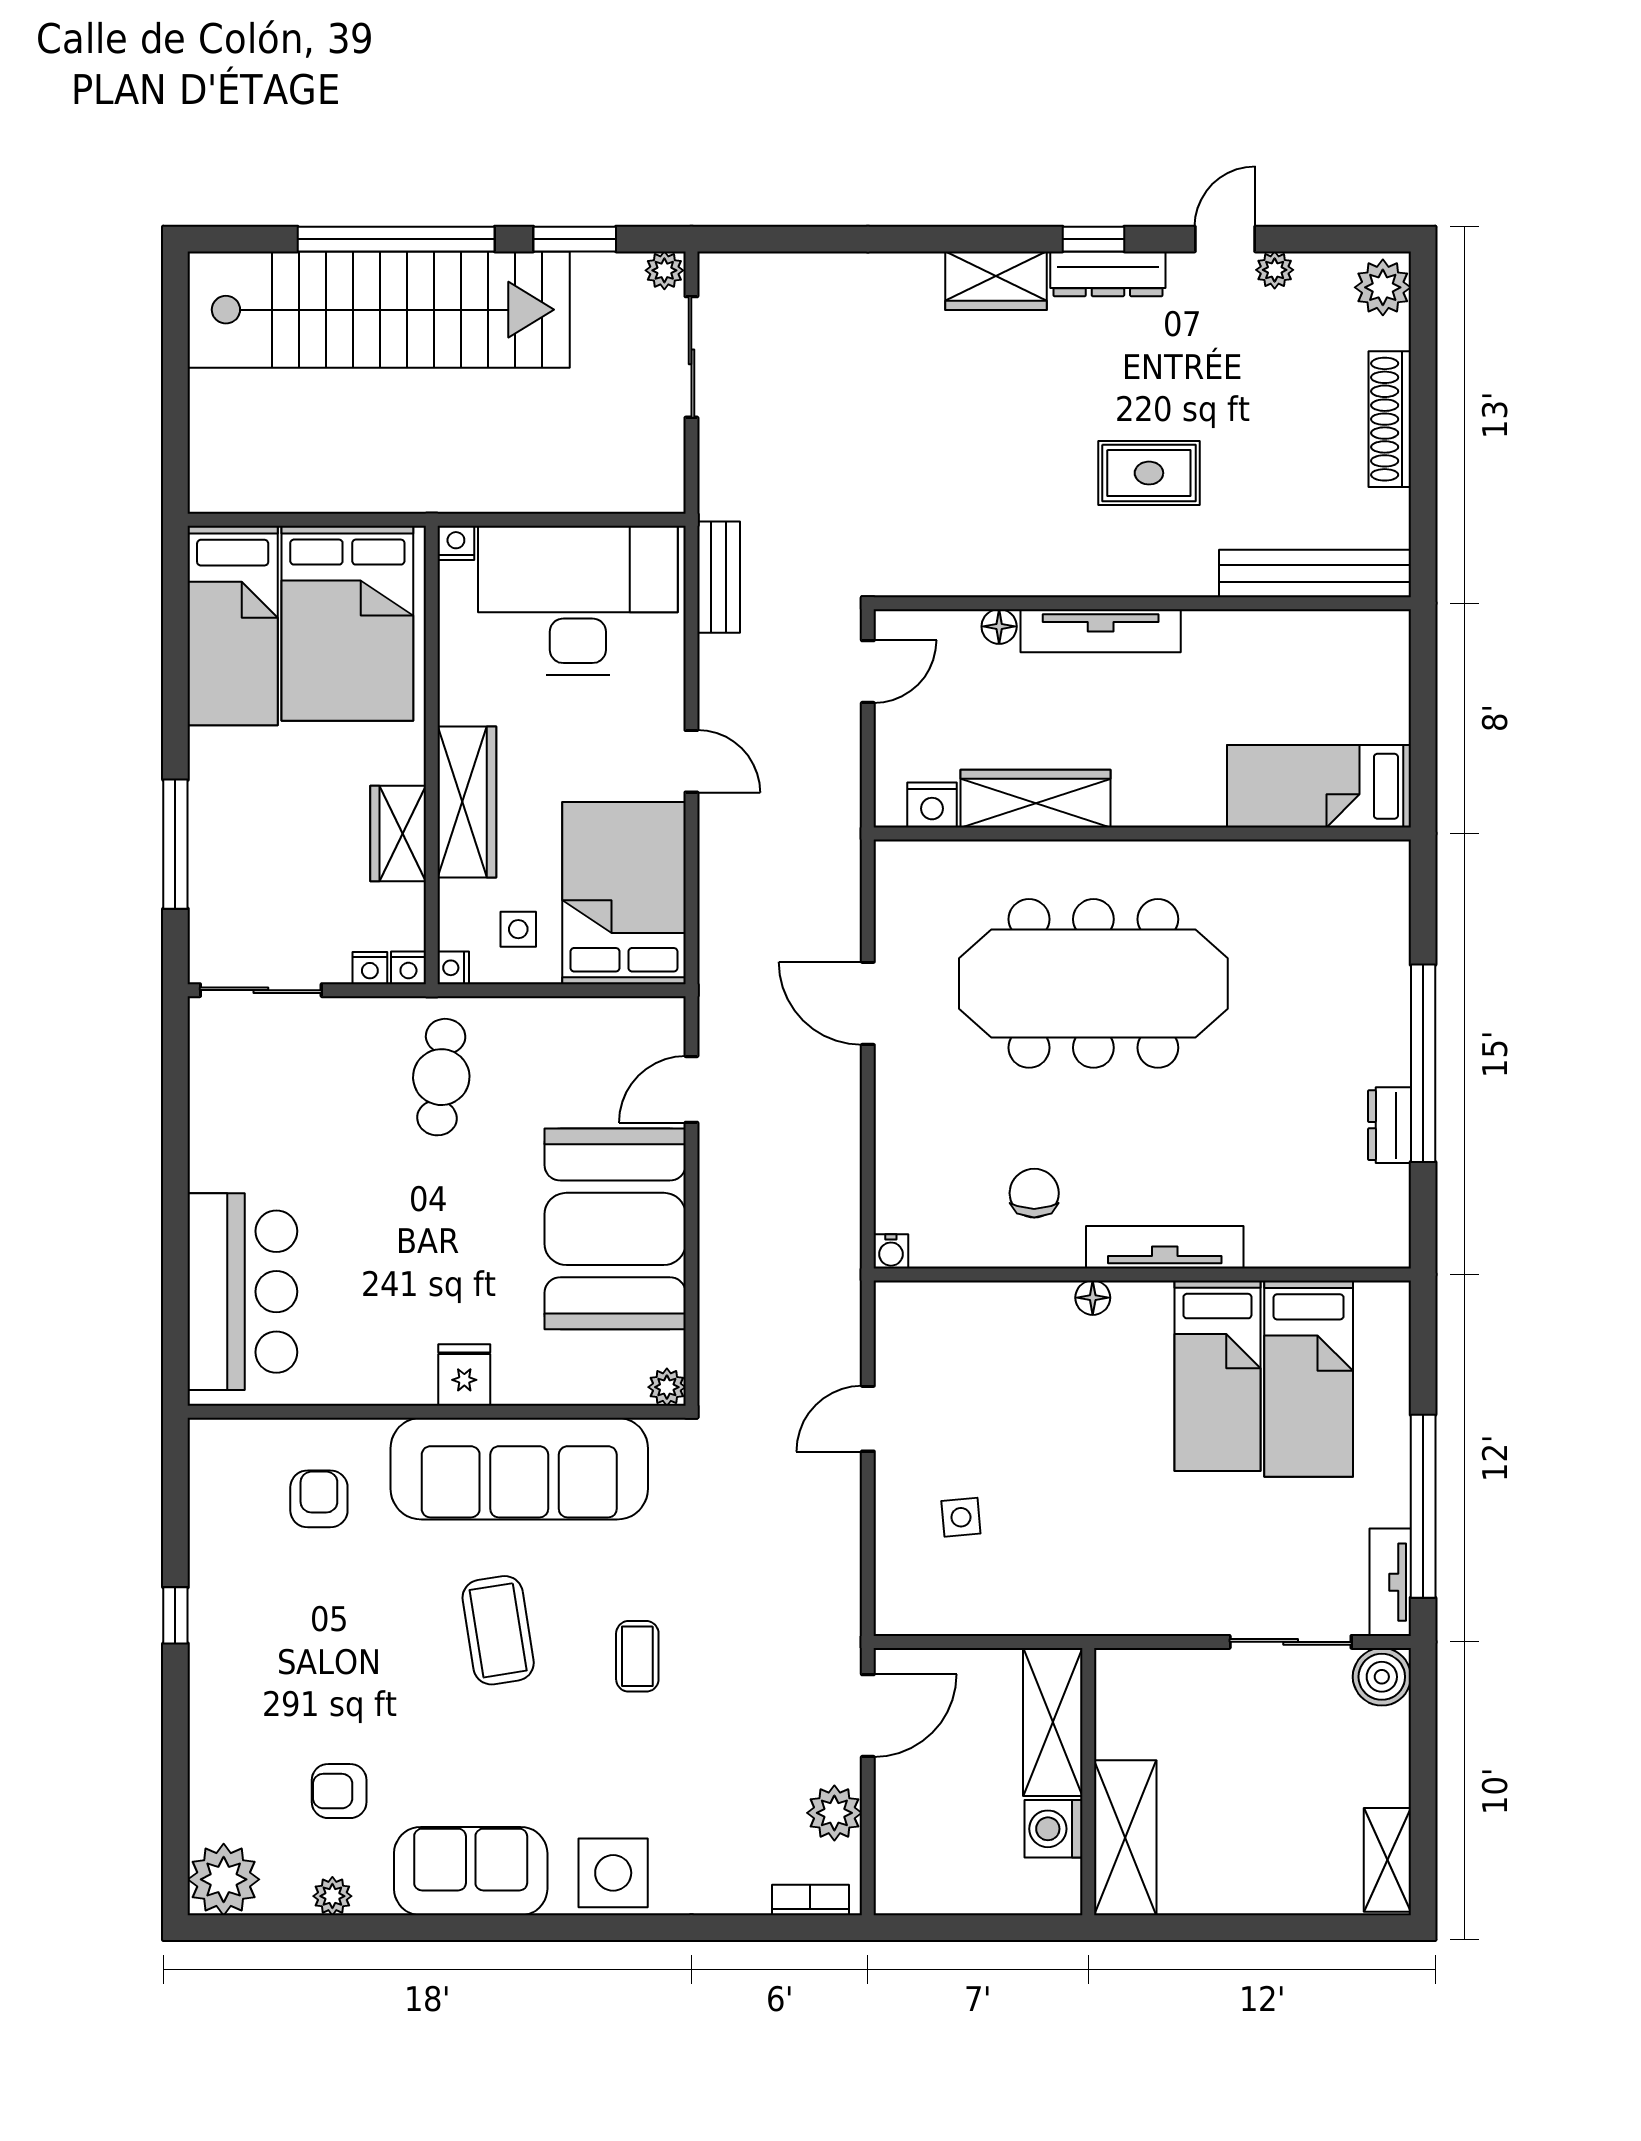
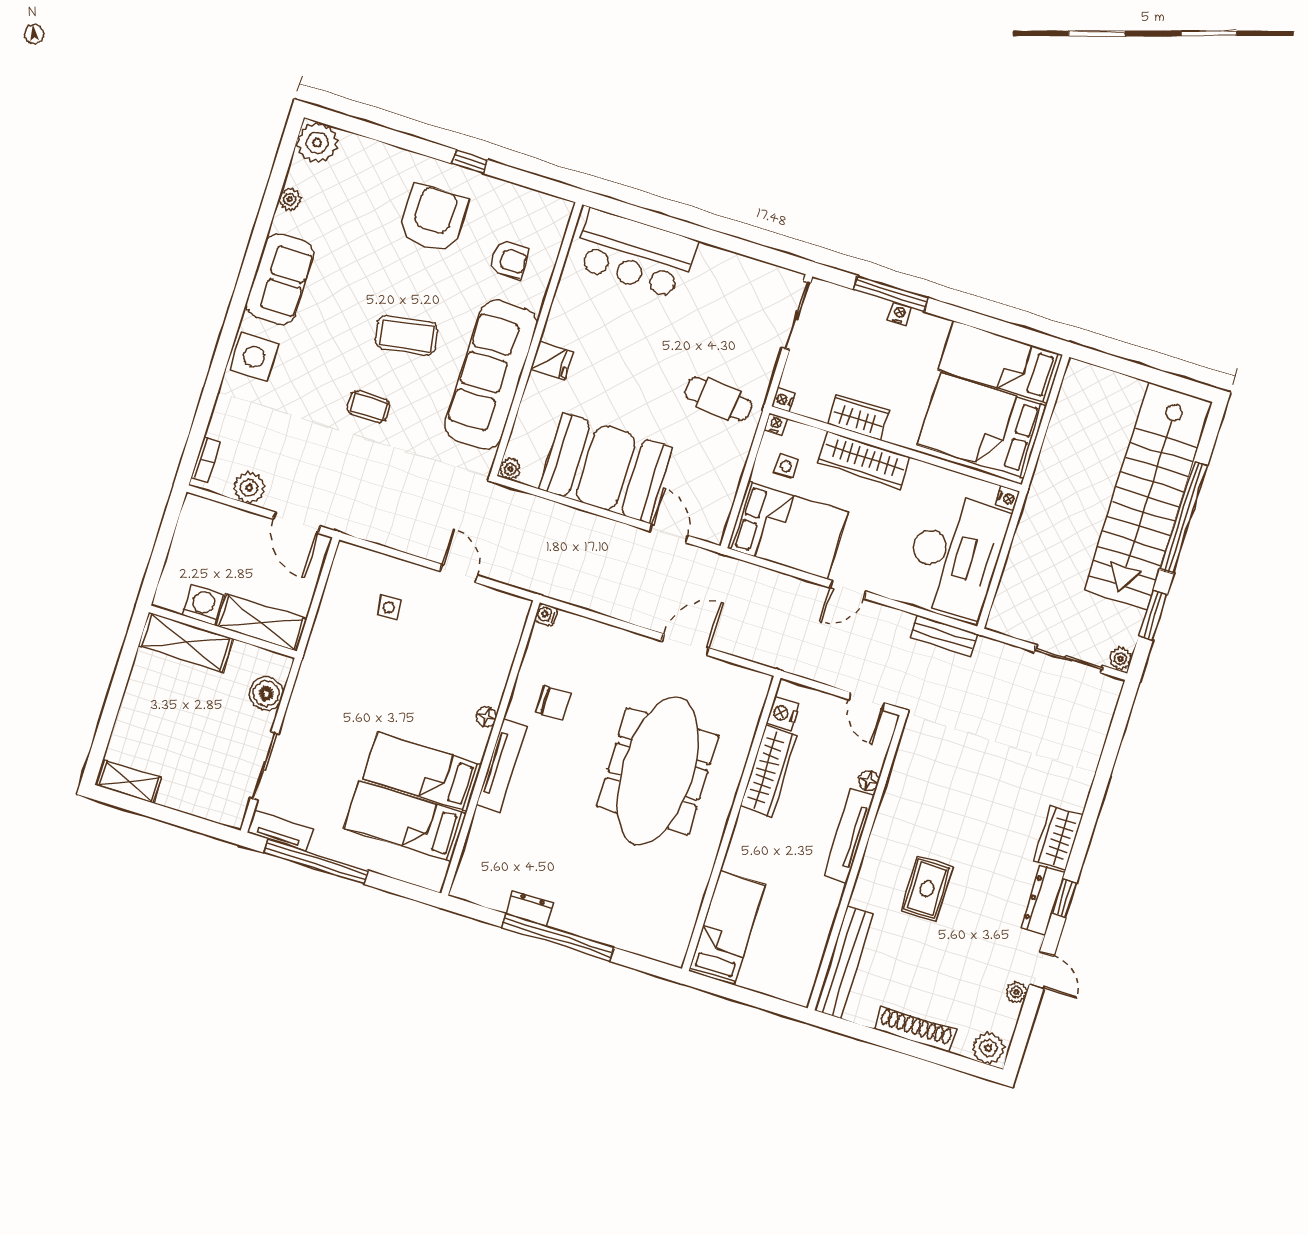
nightstand: (370, 968) -> (900, 313), moved, turned 90
boiler: (1382, 1677) -> (266, 693), moved
armchair: (339, 1791) -> (433, 218), moved, width x1.88, depth x1.88

